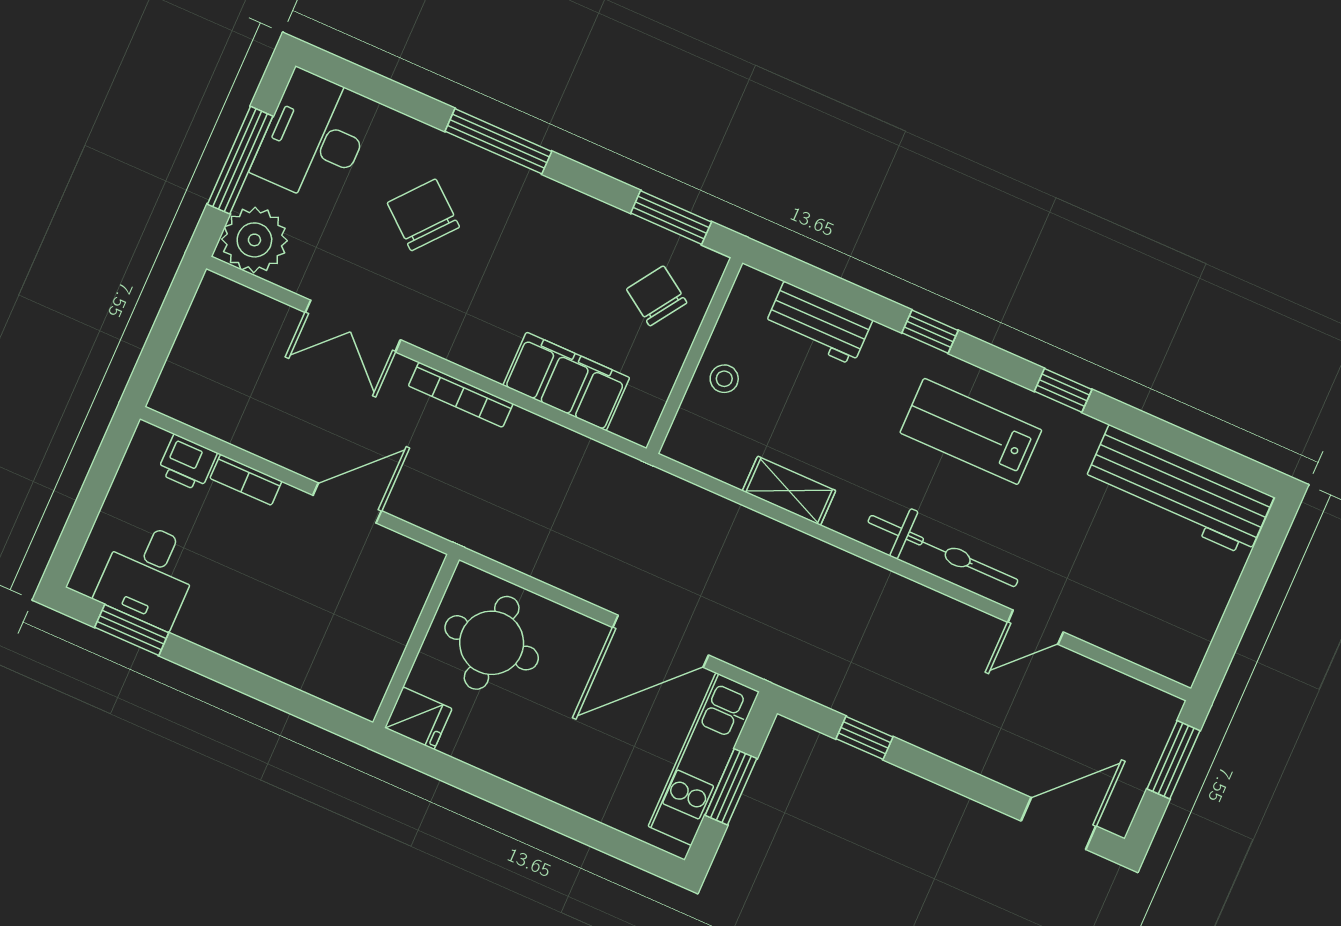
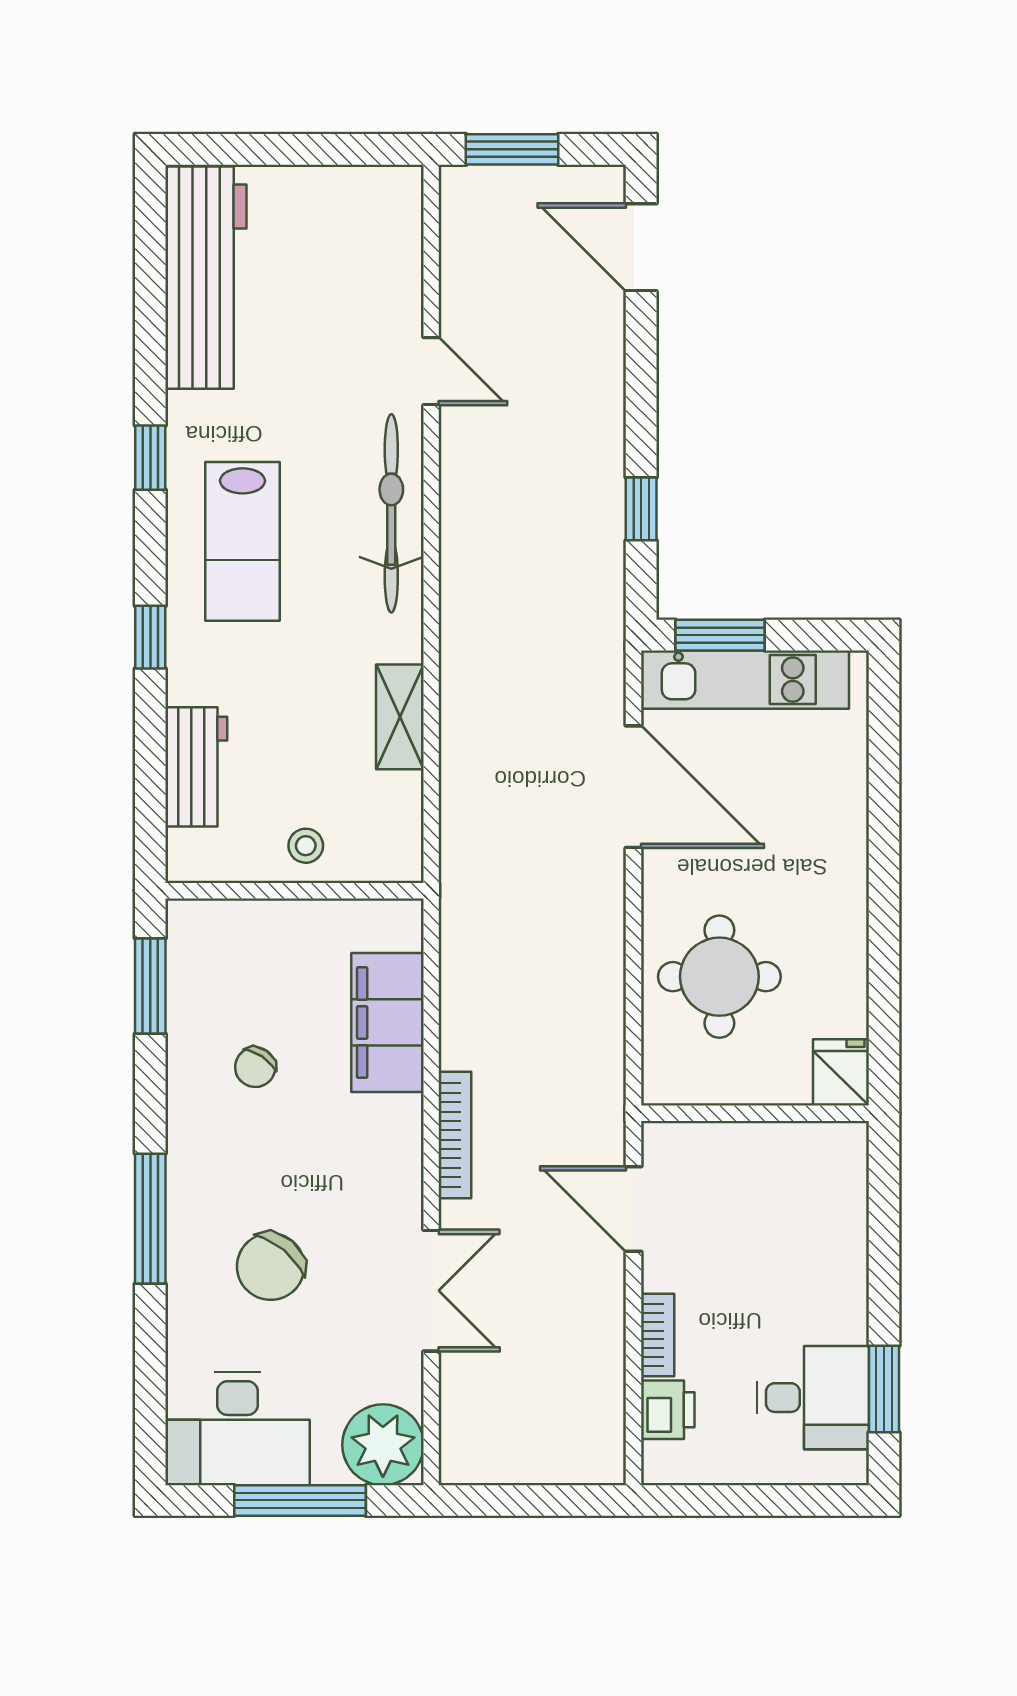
chair: (657, 296) -> (255, 1067), moved, width x0.73, depth x0.73
wall: (416, 641) -> (755, 1113), moved
fridge: (418, 718) -> (841, 1072), moved
window: (731, 787) -> (720, 635), moved

